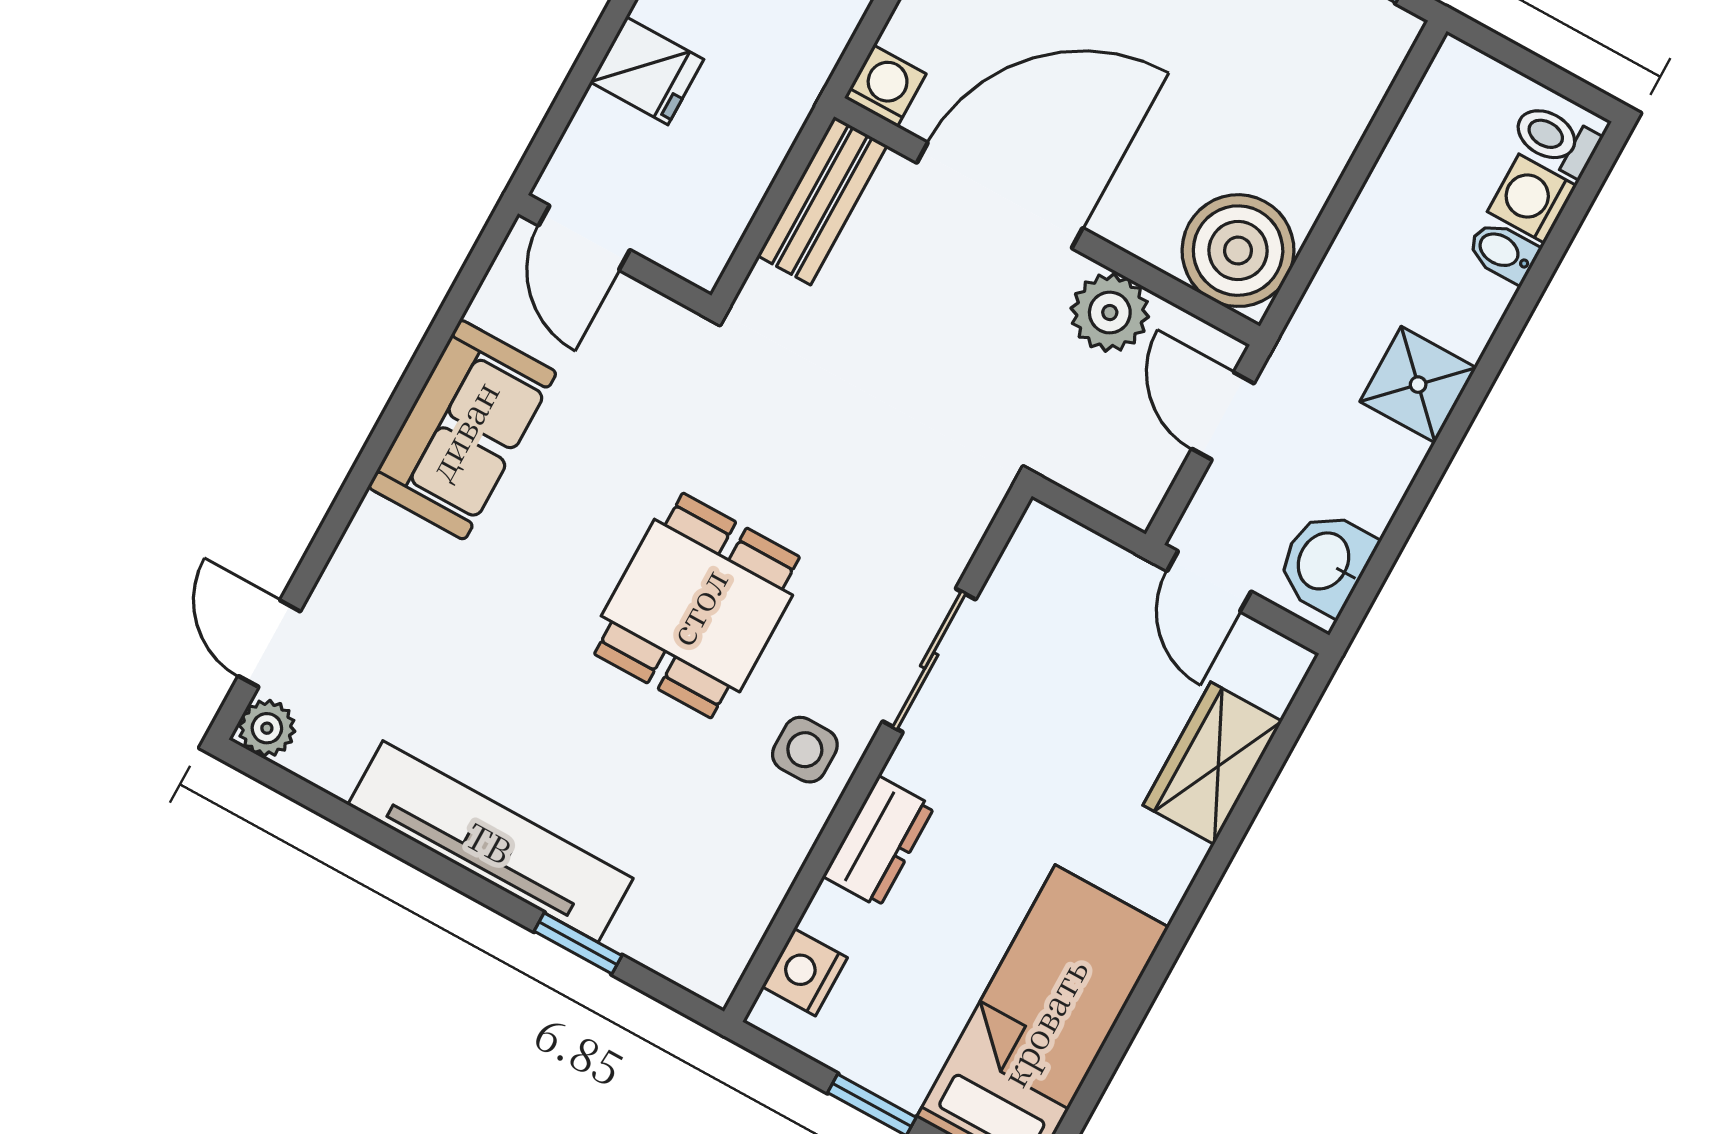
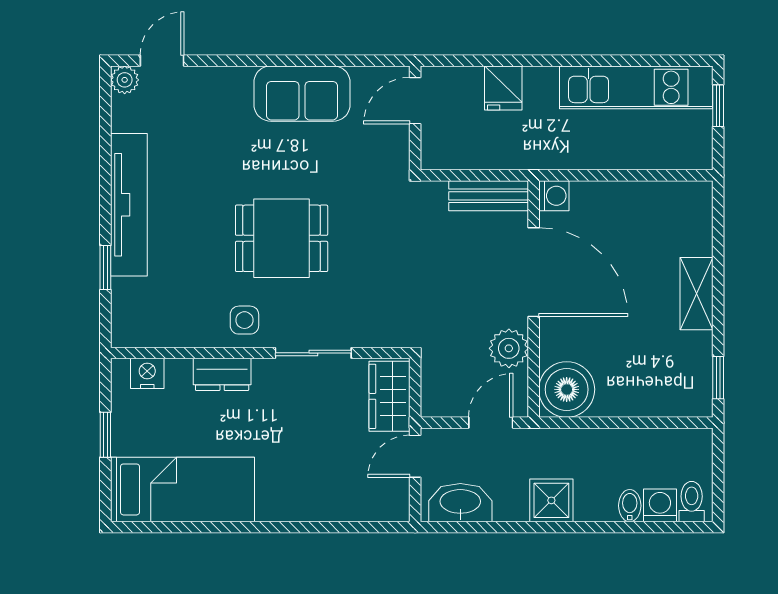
washbasin: (1326, 562) -> (460, 503), width x1.38
wardrobe: (1212, 763) -> (390, 396), moved, turned -90

